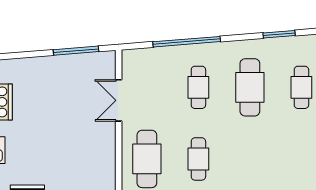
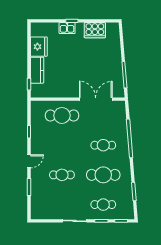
double door: (119, 100) -> (96, 99), width x1.37
cafe table: (198, 159) -> (62, 175), moved

